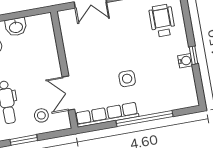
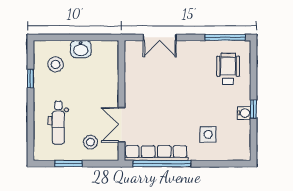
side table: (127, 79) -> (208, 134), moved
window: (145, 118) -> (162, 164), moved

